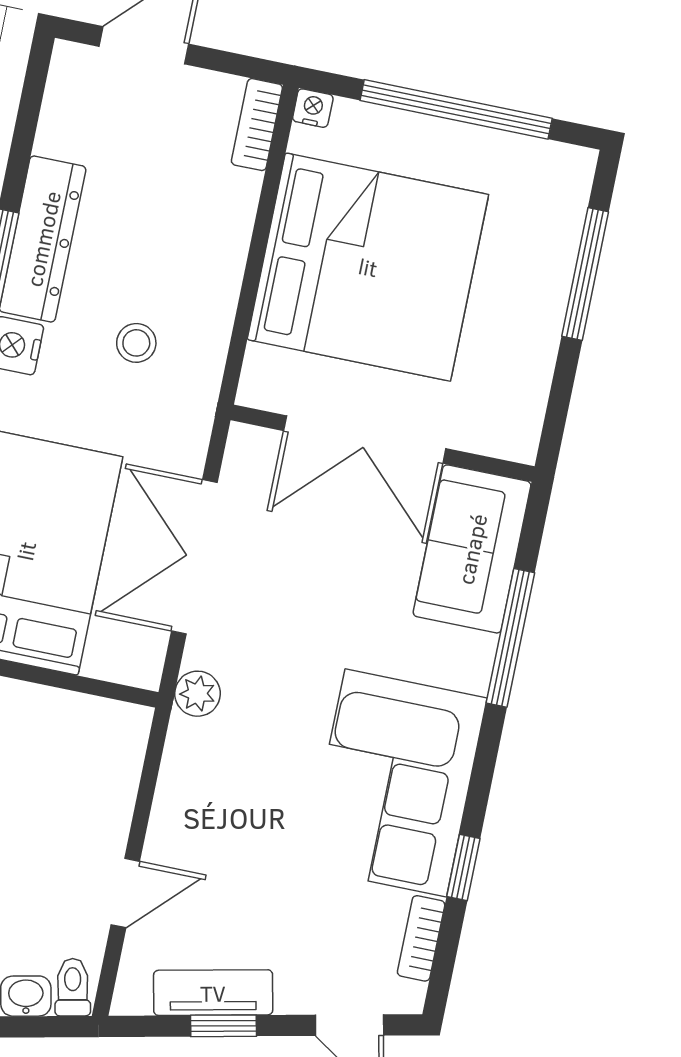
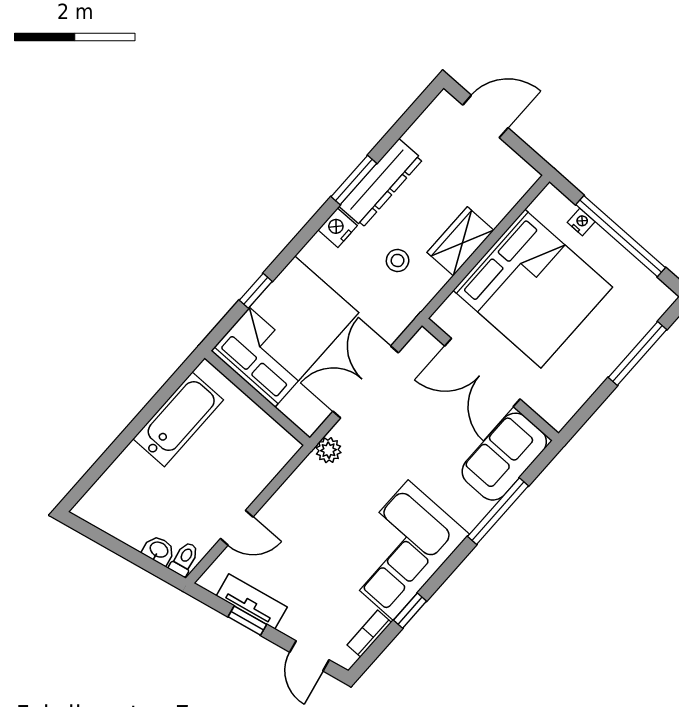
nightstand: (313, 108) -> (581, 222), moved
bookcase: (257, 125) -> (518, 187), removed
wardrobe: (216, 258) -> (460, 241), added

